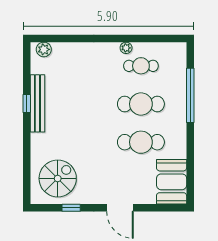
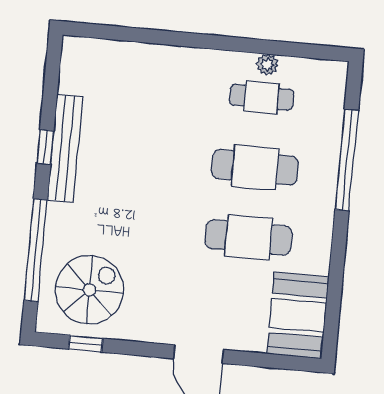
plant: (126, 48) -> (267, 65), moved
plant: (44, 49) -> (86, 51), removed
window: (27, 160) -> (36, 250), added
window: (71, 208) -> (86, 344), moved

